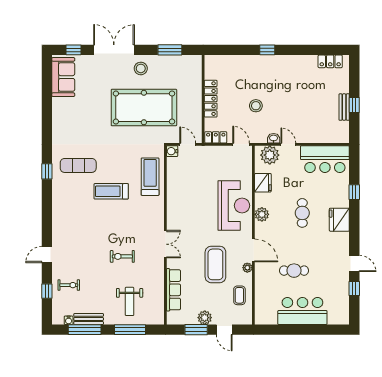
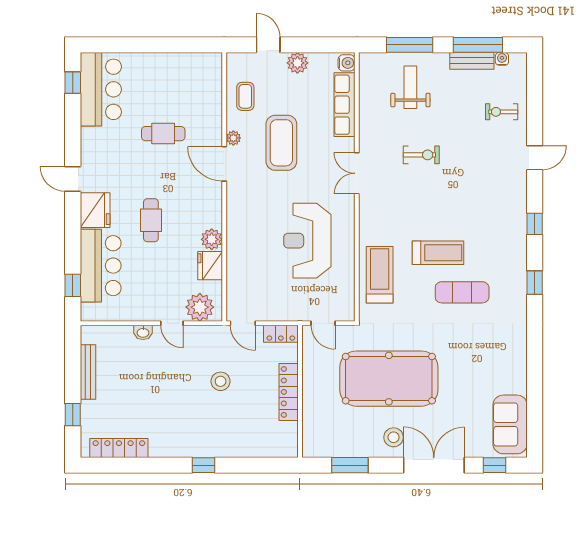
double door: (114, 50) -> (434, 465), swing flipped
locker: (330, 61) -> (119, 448), width x1.53
window: (354, 105) -> (73, 415), moved
bench: (344, 107) -> (88, 372), width x1.36
washbasin: (274, 138) -> (143, 332), moved
water cooler: (172, 151) -> (347, 63), moved
bar counter: (325, 159) -> (101, 266), moved, turned 90
exercise mat: (78, 165) -> (462, 292), moved
treadmill: (150, 177) -> (380, 275), turned 180
window: (354, 192) -> (73, 285), moved
reception desk: (234, 206) -> (307, 241), moved
plant: (262, 214) -> (212, 239), moved
door: (354, 263) -> (73, 179), moved
window: (354, 289) -> (73, 83), moved
window: (47, 291) -> (535, 224), moved
bar counter: (302, 311) -> (101, 89), moved, turned -90
window: (196, 330) -> (310, 45), removed

